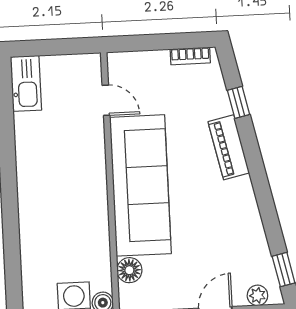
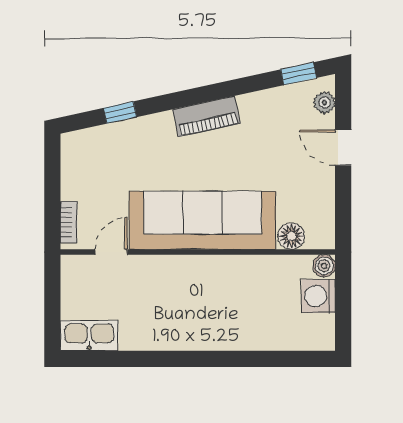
bookcase: (190, 56) -> (69, 222), moved
piano: (229, 147) -> (206, 116), moved

